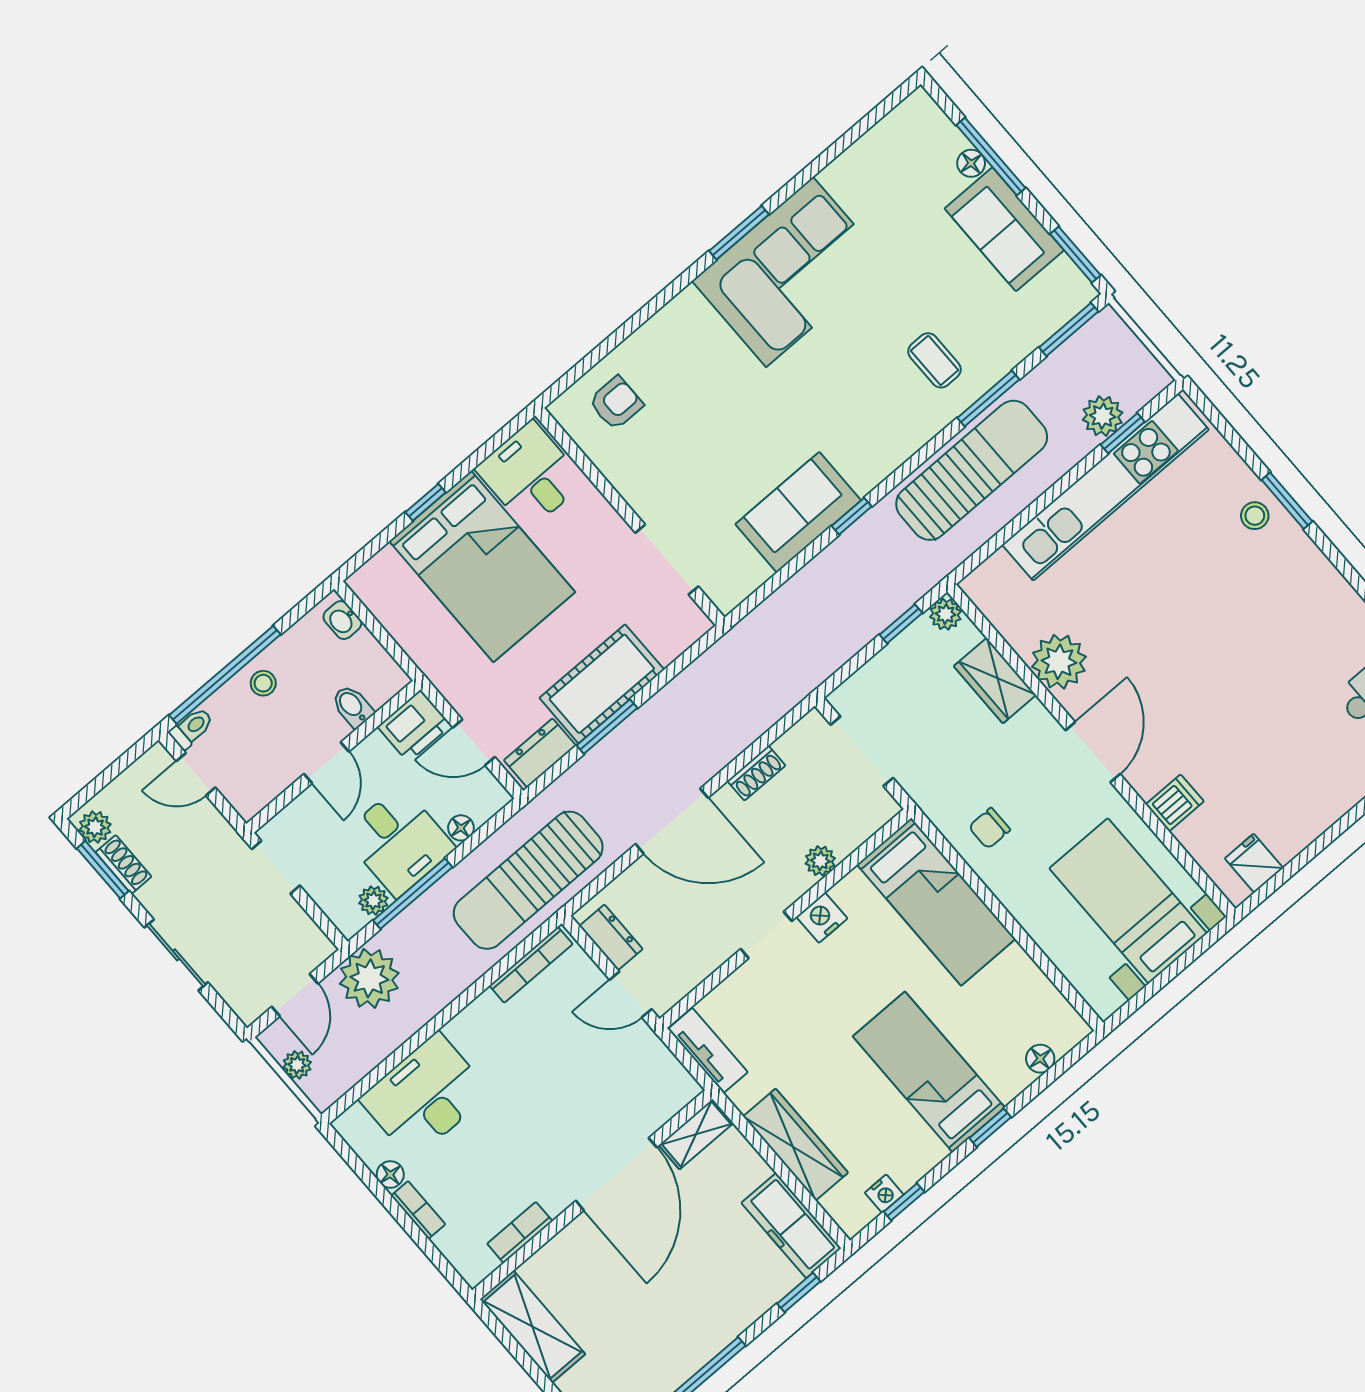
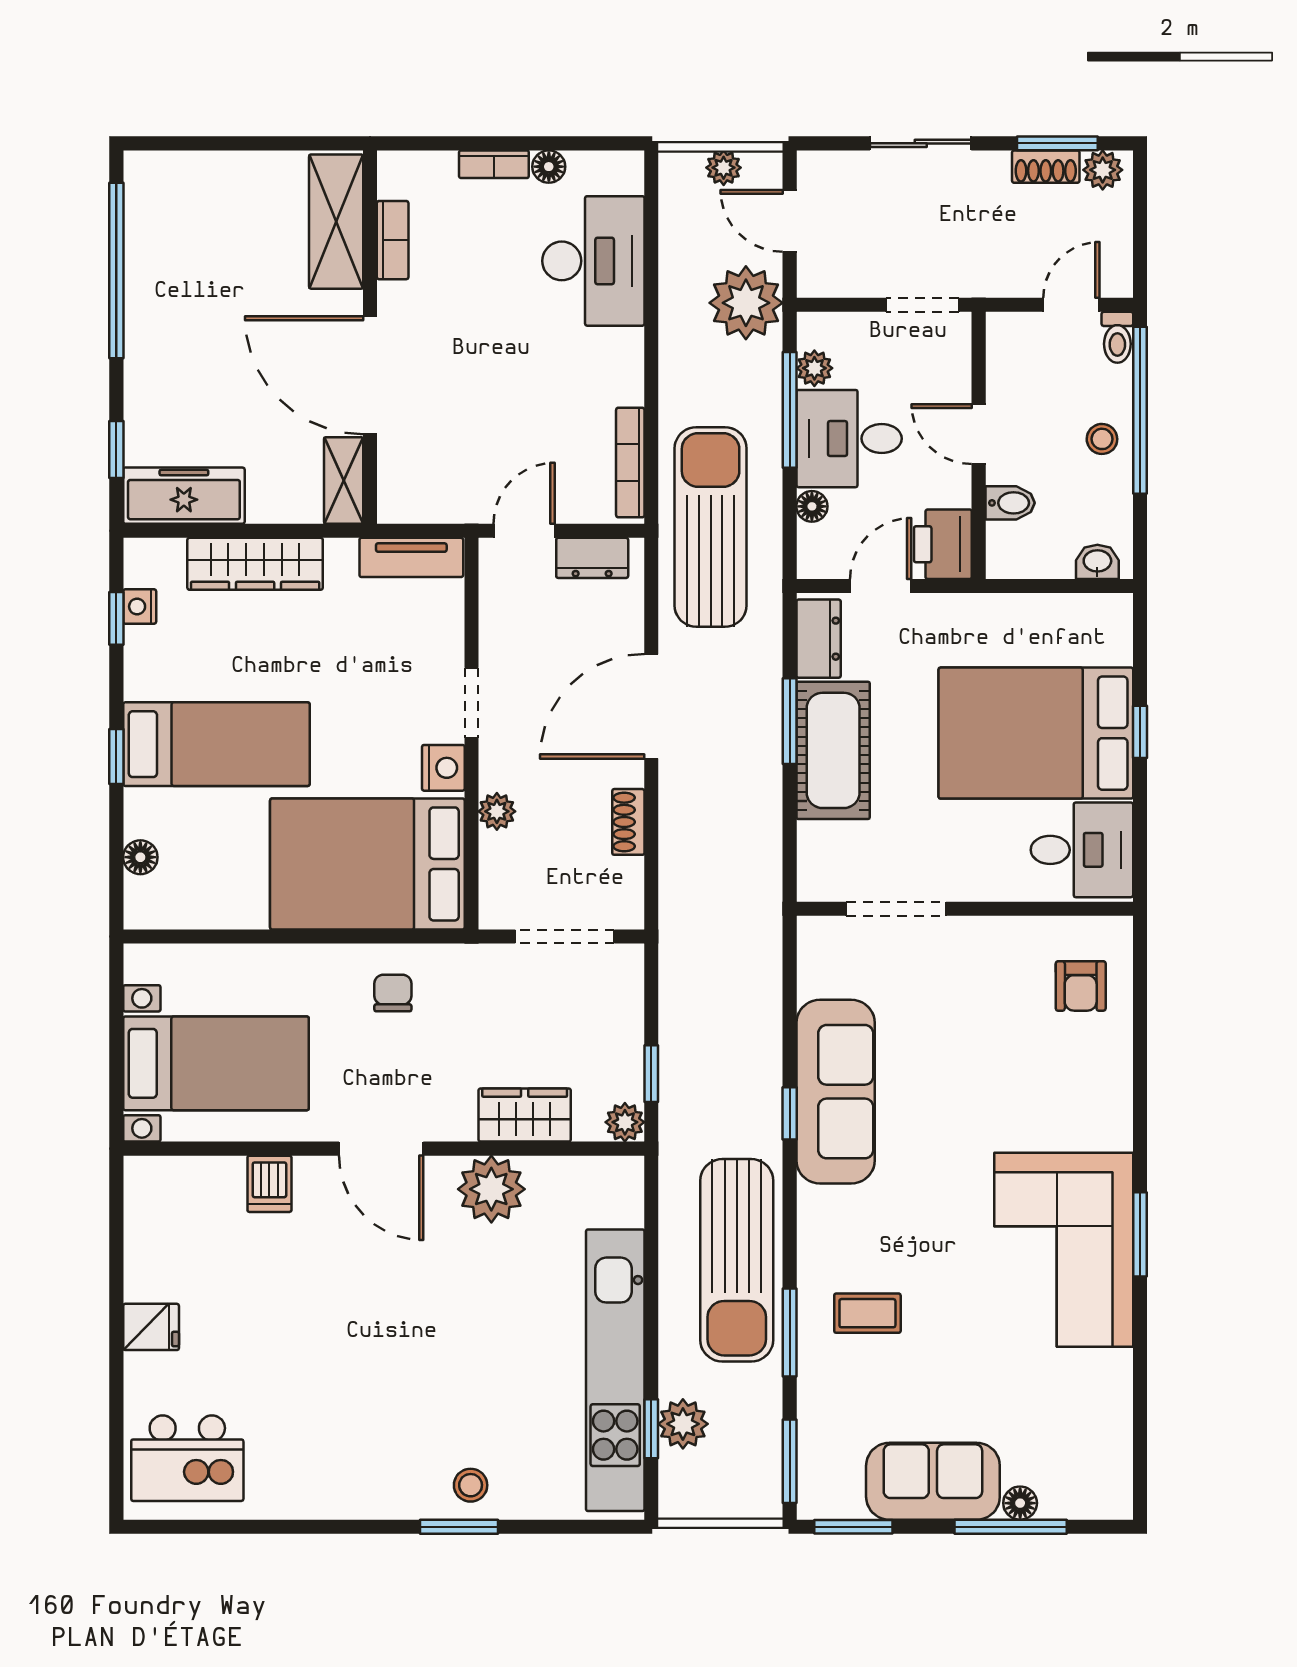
sofa: (798, 512) -> (836, 1092), width x1.36
fridge: (1254, 863) -> (151, 1327), moved
bed: (936, 902) -> (367, 864), width x1.50
shelving: (533, 1327) -> (336, 222), moved, turned 90

